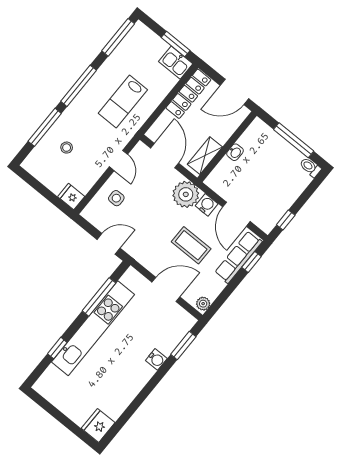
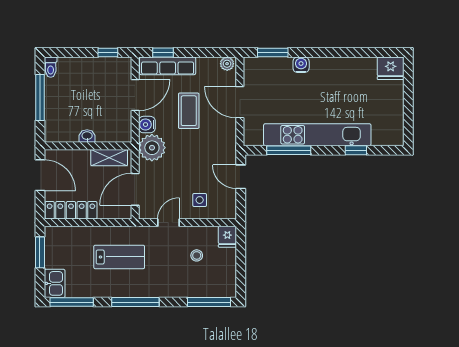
kitchen sink: (176, 63) -> (55, 283), moved
window: (45, 127) -> (209, 302), moved
stool: (67, 148) -> (197, 255), moved

